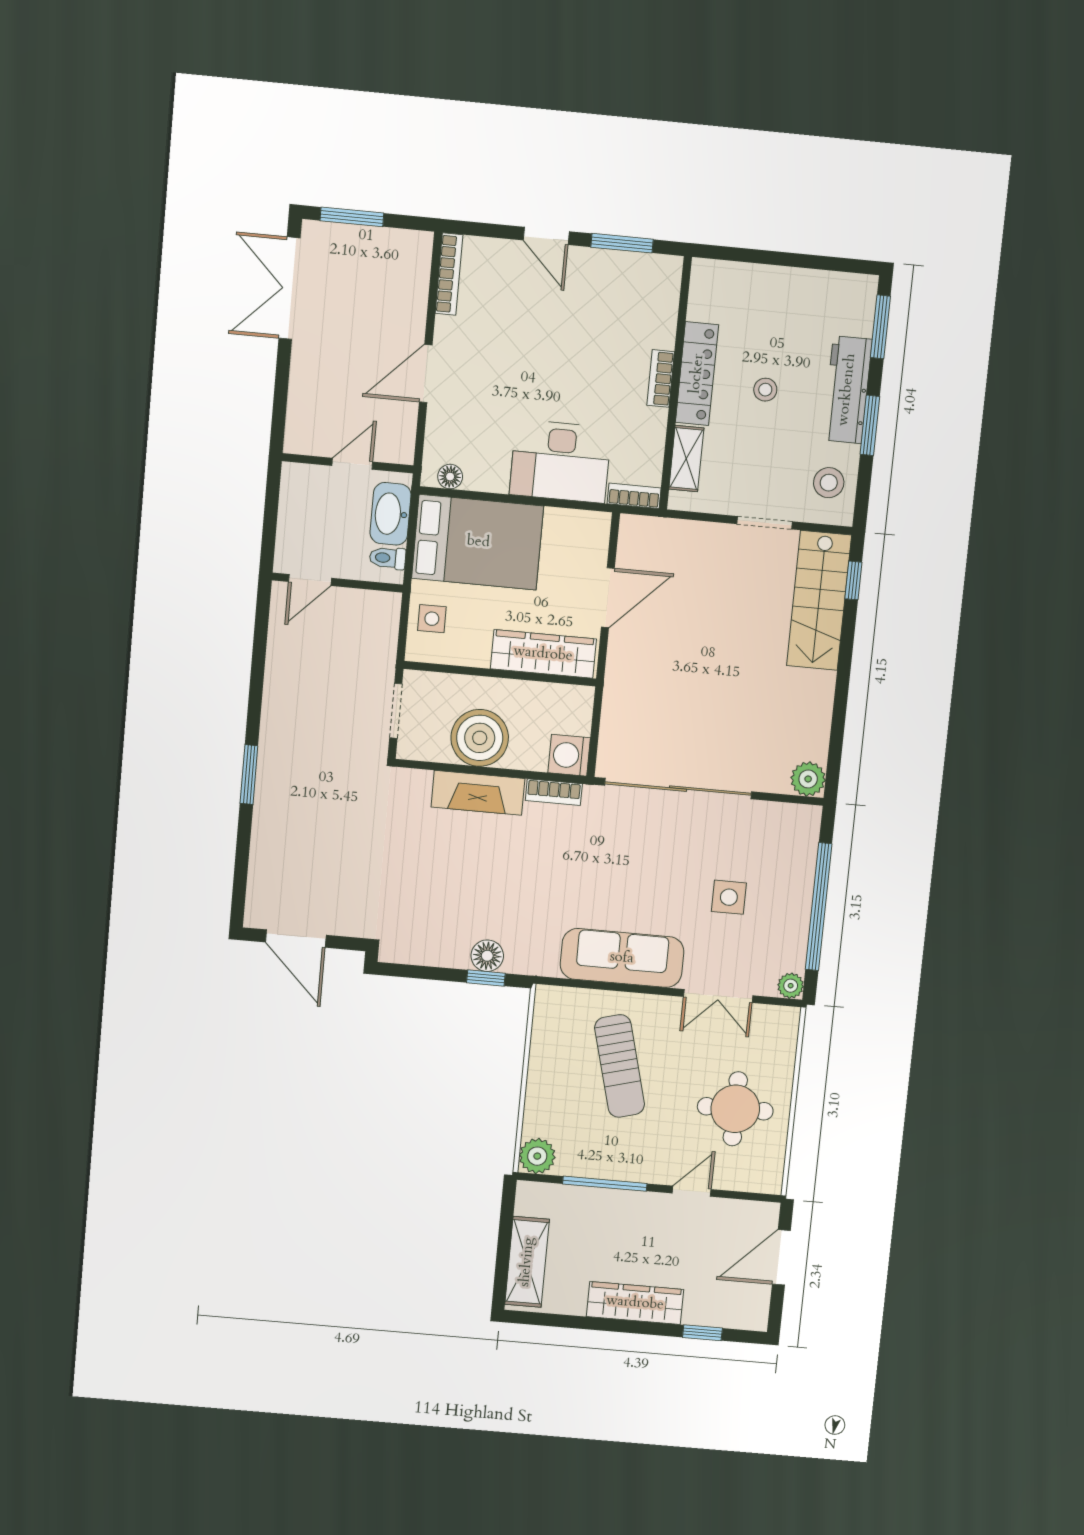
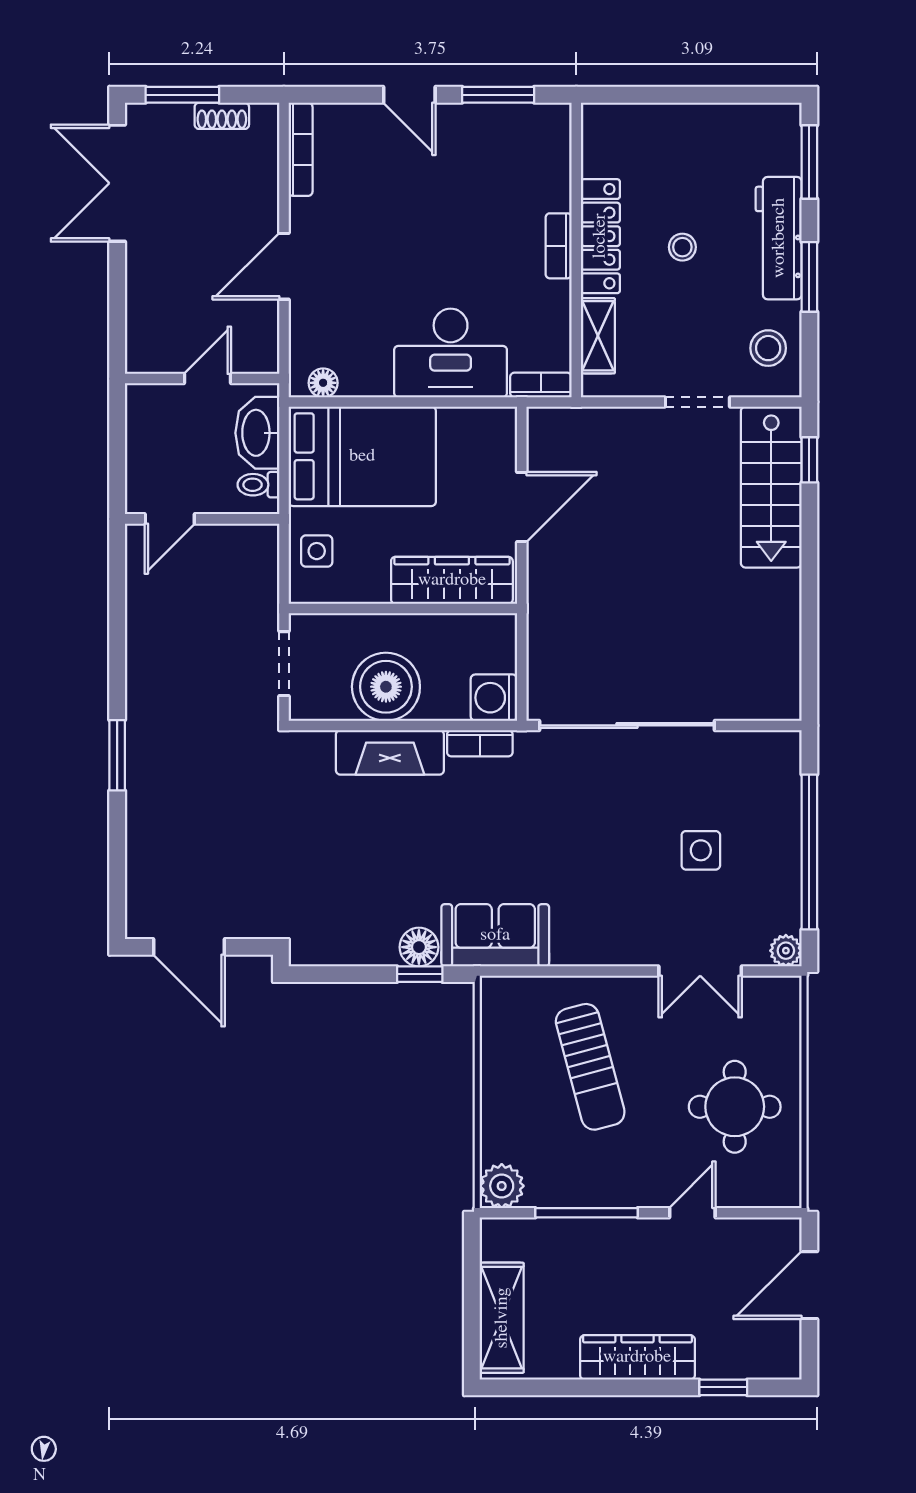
shoe rack: (384, 238) -> (222, 116), added
plant: (808, 779) -> (781, 700), removed
sofa: (622, 958) -> (495, 935), moved, width x0.73

